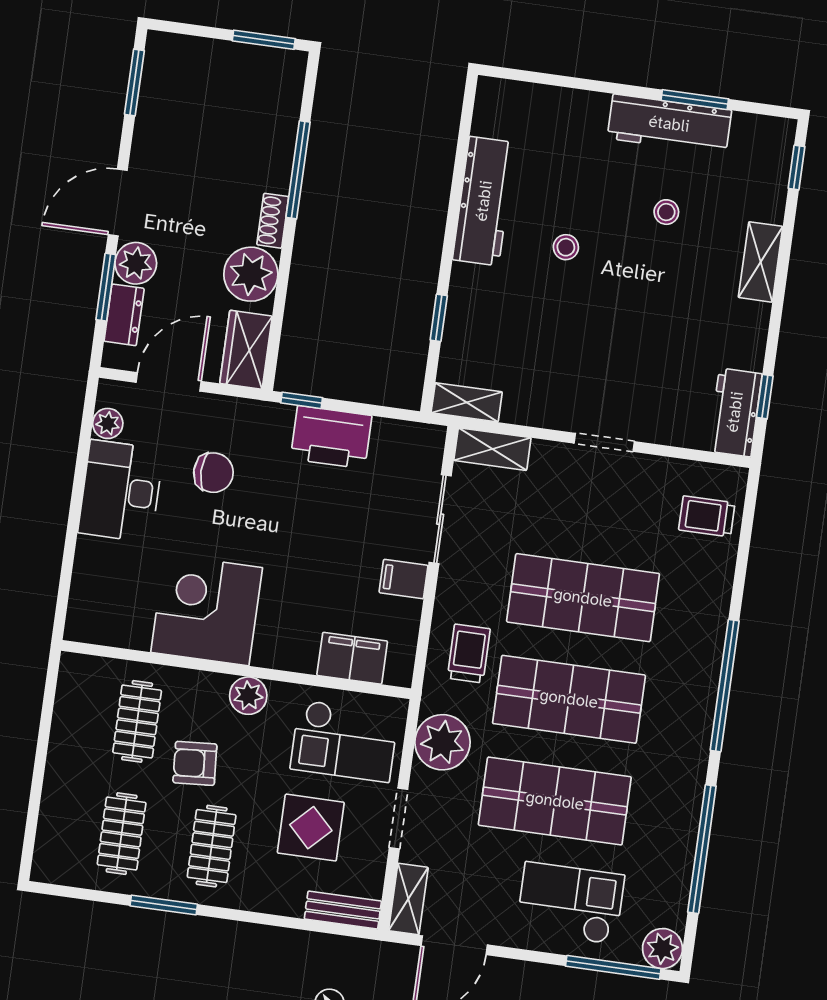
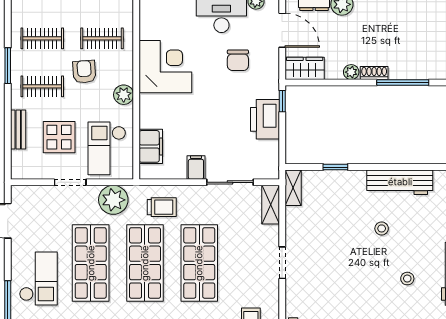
plant: (251, 274) -> (351, 72), width x0.53, depth x0.53
shelving: (408, 899) -> (29, 193), removed
bench: (343, 910) -> (18, 130), moved

